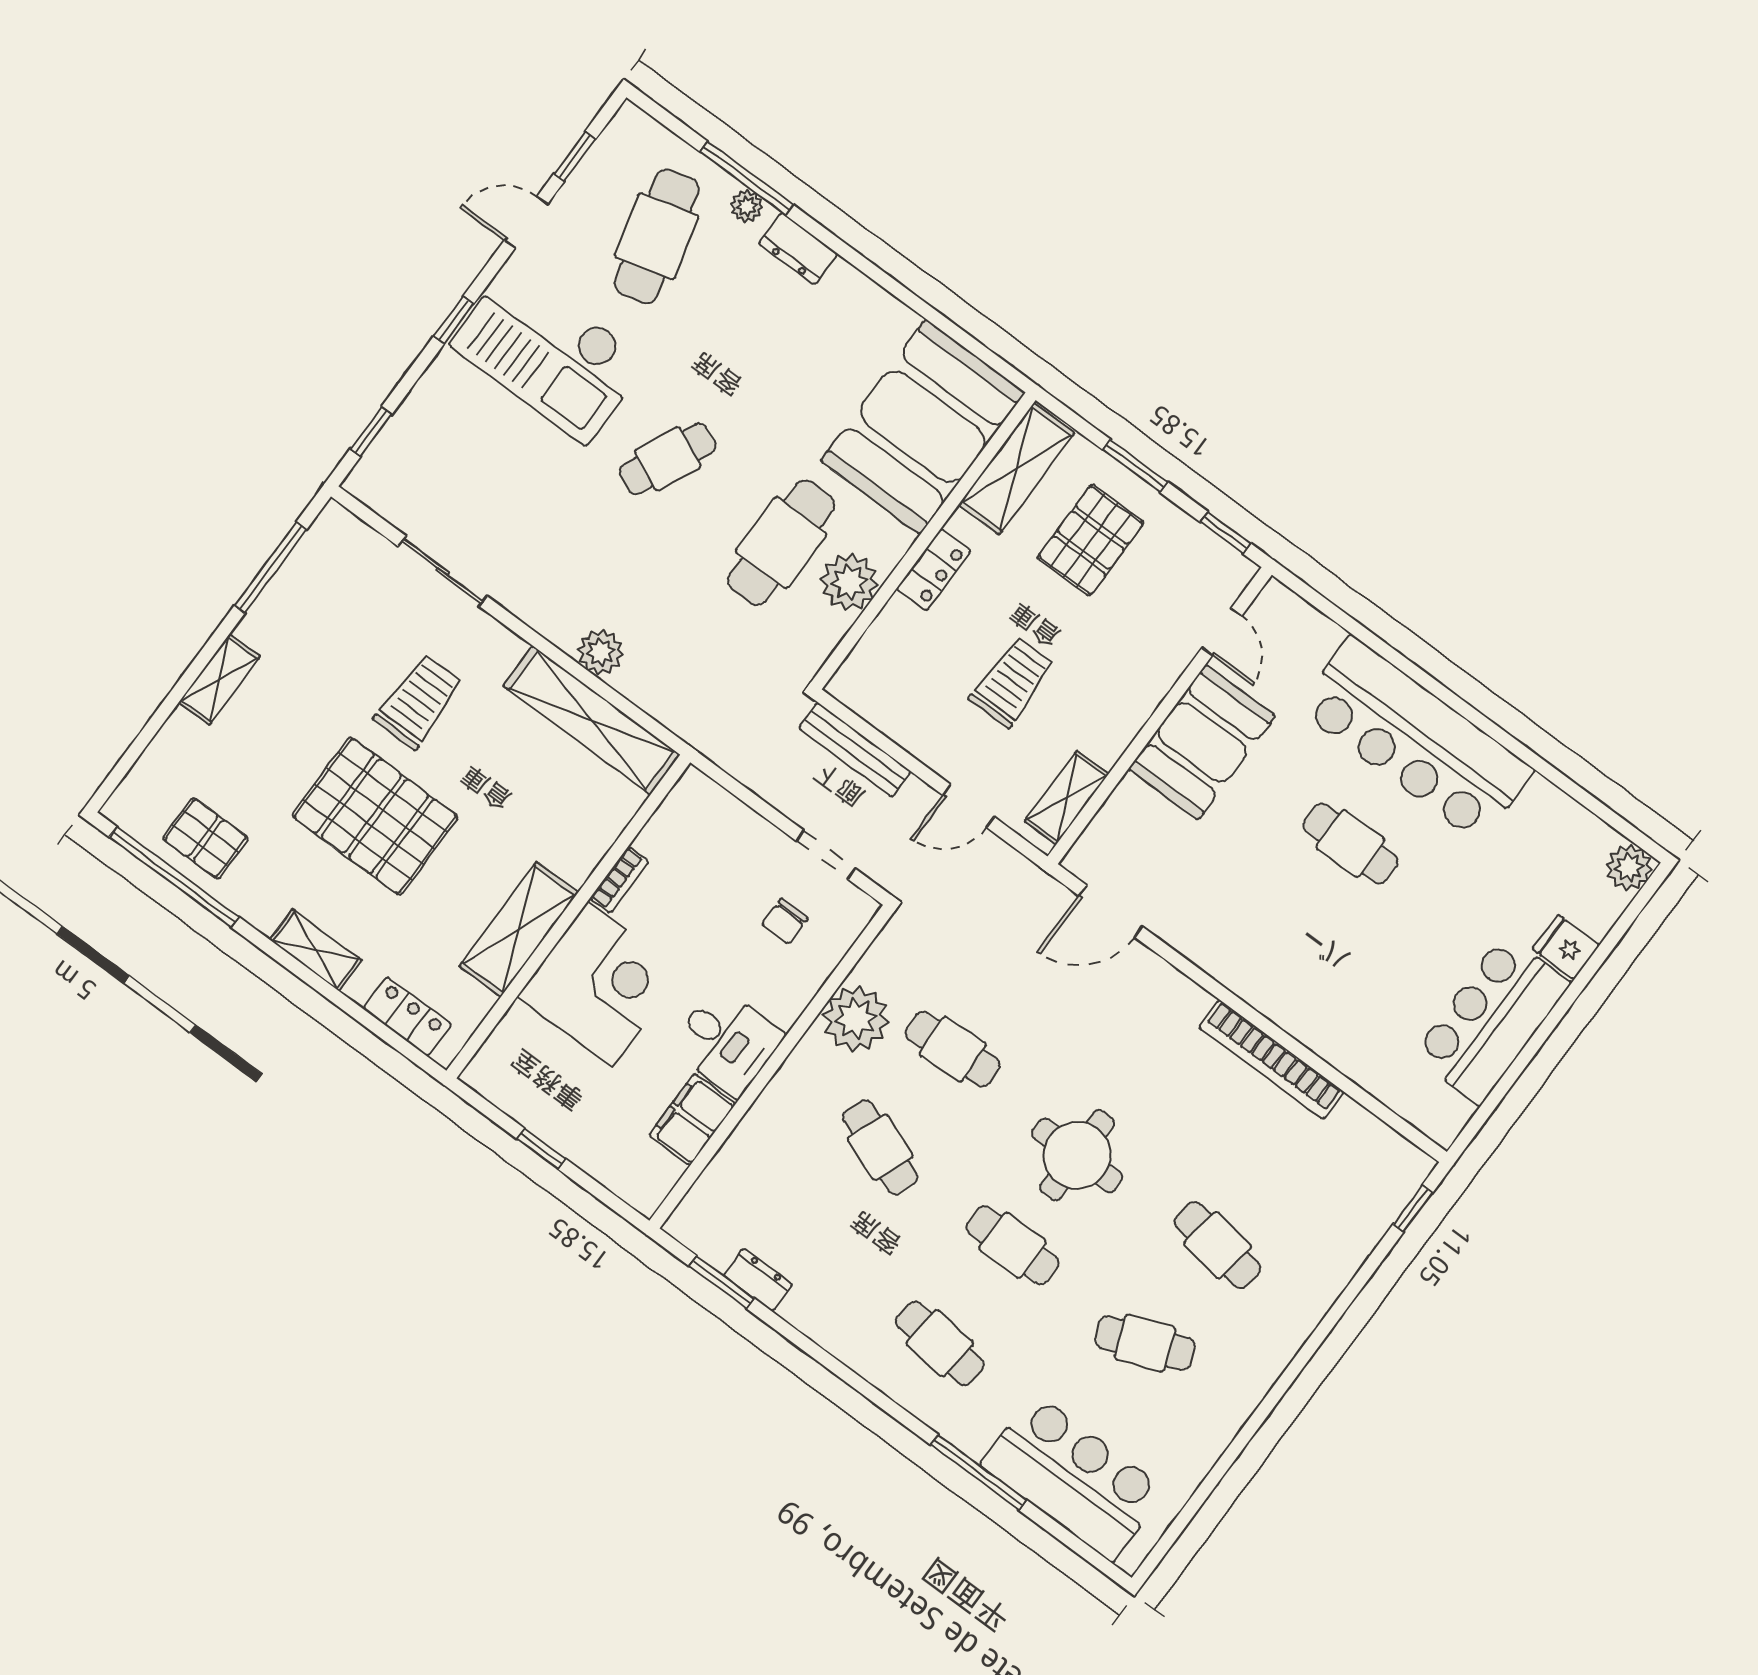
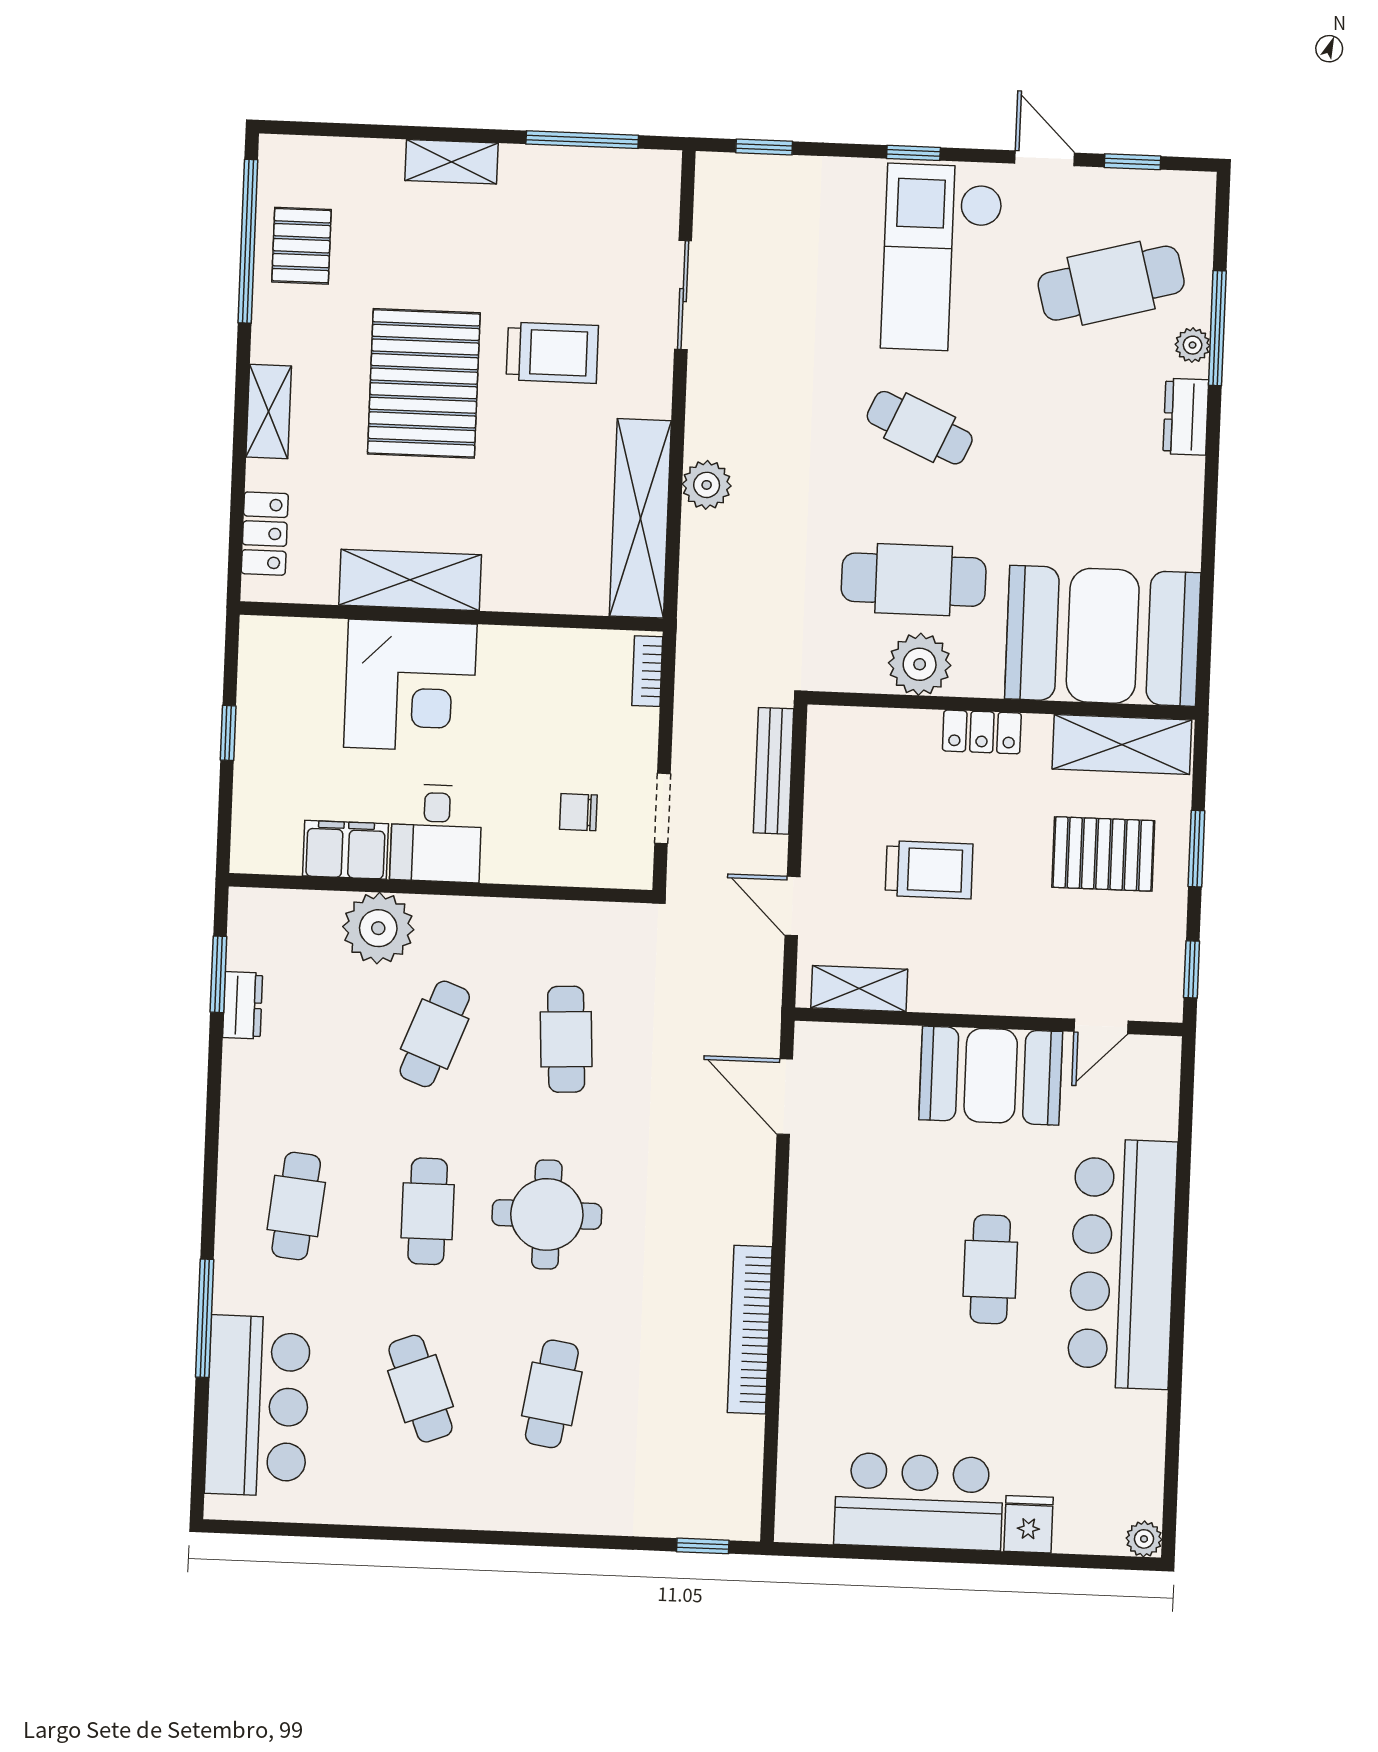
plant: (1629, 867) -> (1144, 1539), width x0.73, depth x0.73
bookcase: (619, 880) -> (647, 671), moved, turned 90
plant: (856, 1019) -> (378, 928), moved

